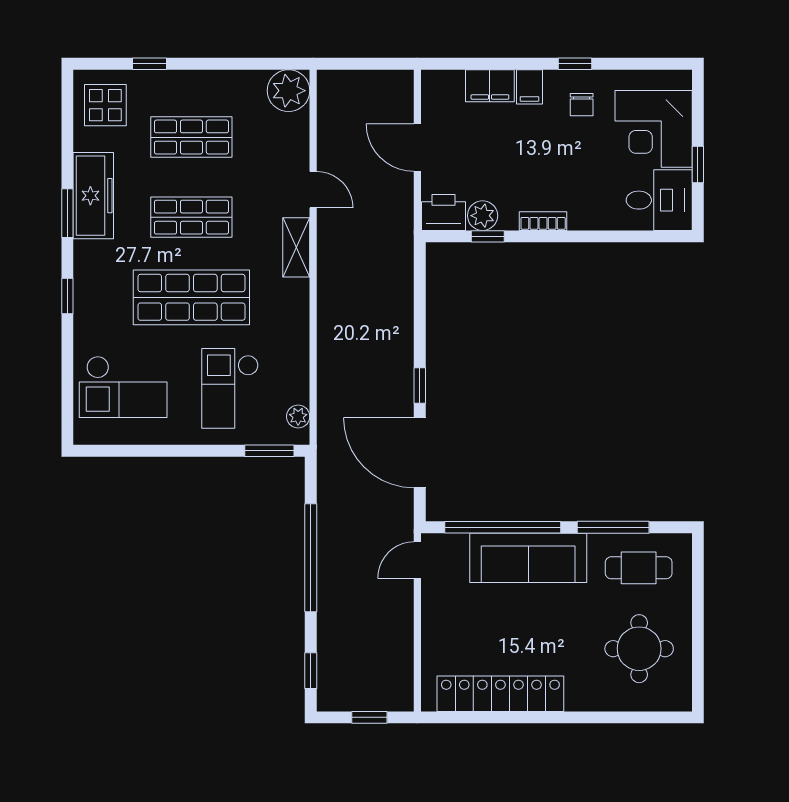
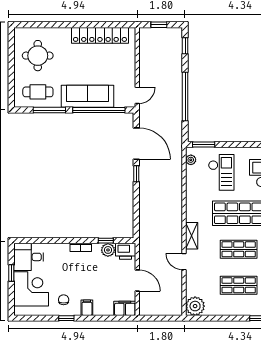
filing cabinet: (490, 86) -> (125, 308), moved

